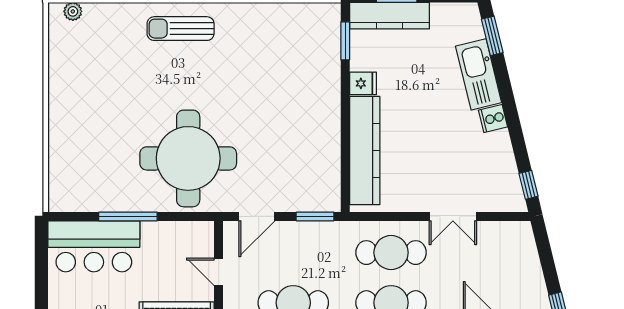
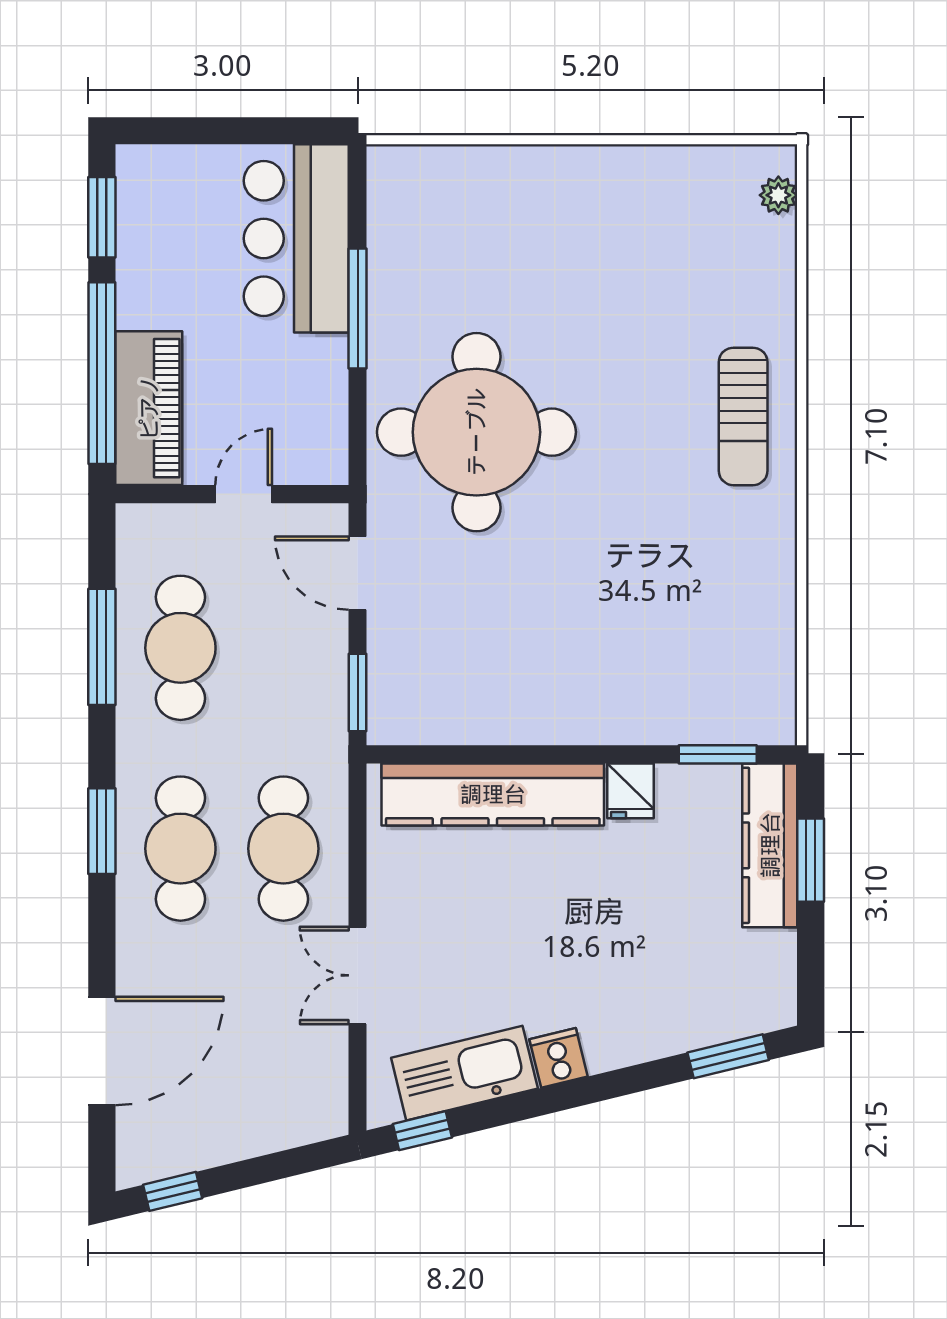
sun lounger: (181, 29) -> (743, 416), turned 180
kitchen sink: (479, 74) -> (464, 1073), moved

